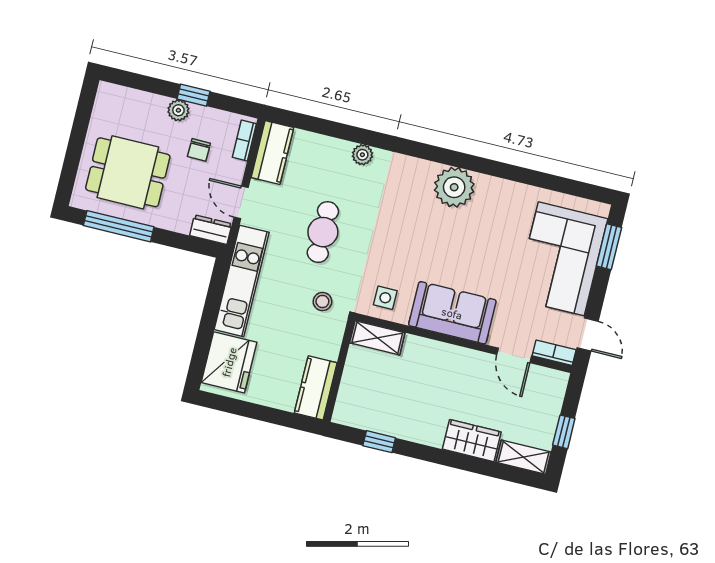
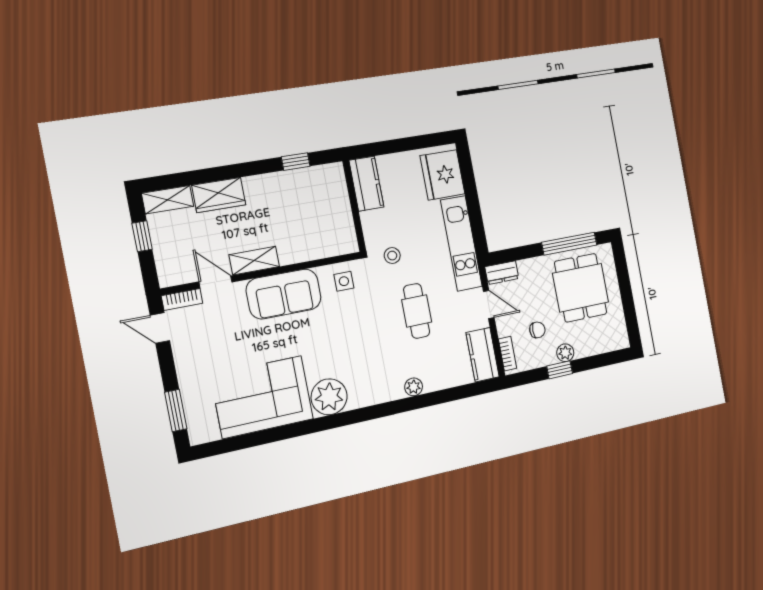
chair: (199, 150) -> (537, 330), turned 89
dining table: (128, 172) -> (581, 288), turned 90
corner sofa: (561, 259) -> (262, 397), moved, turned -90
shelving: (377, 338) -> (254, 261), moved

